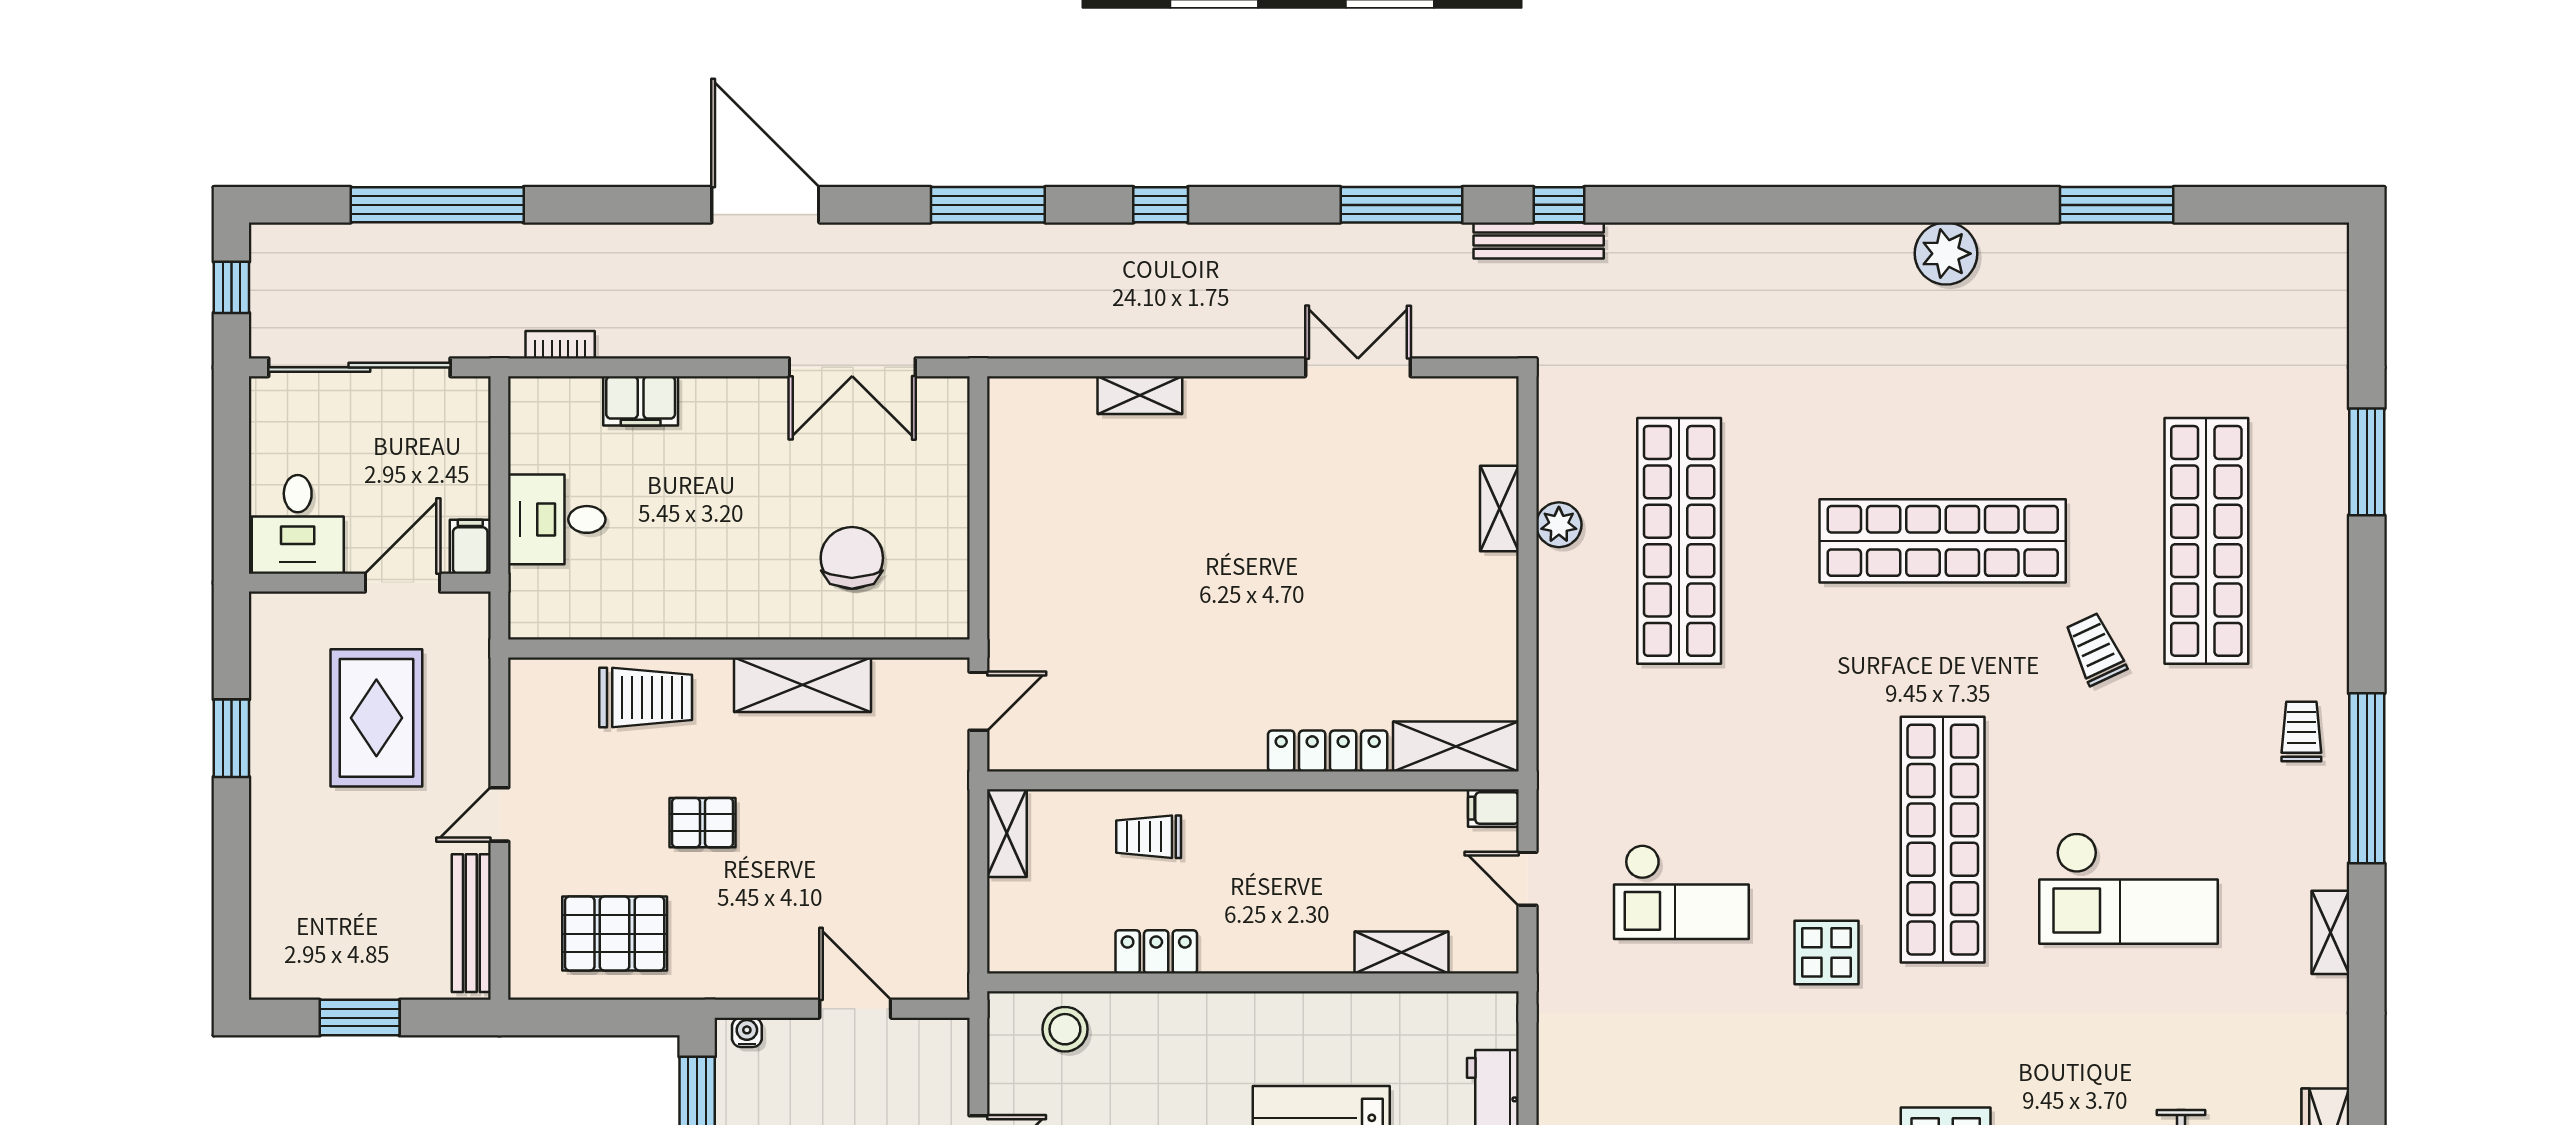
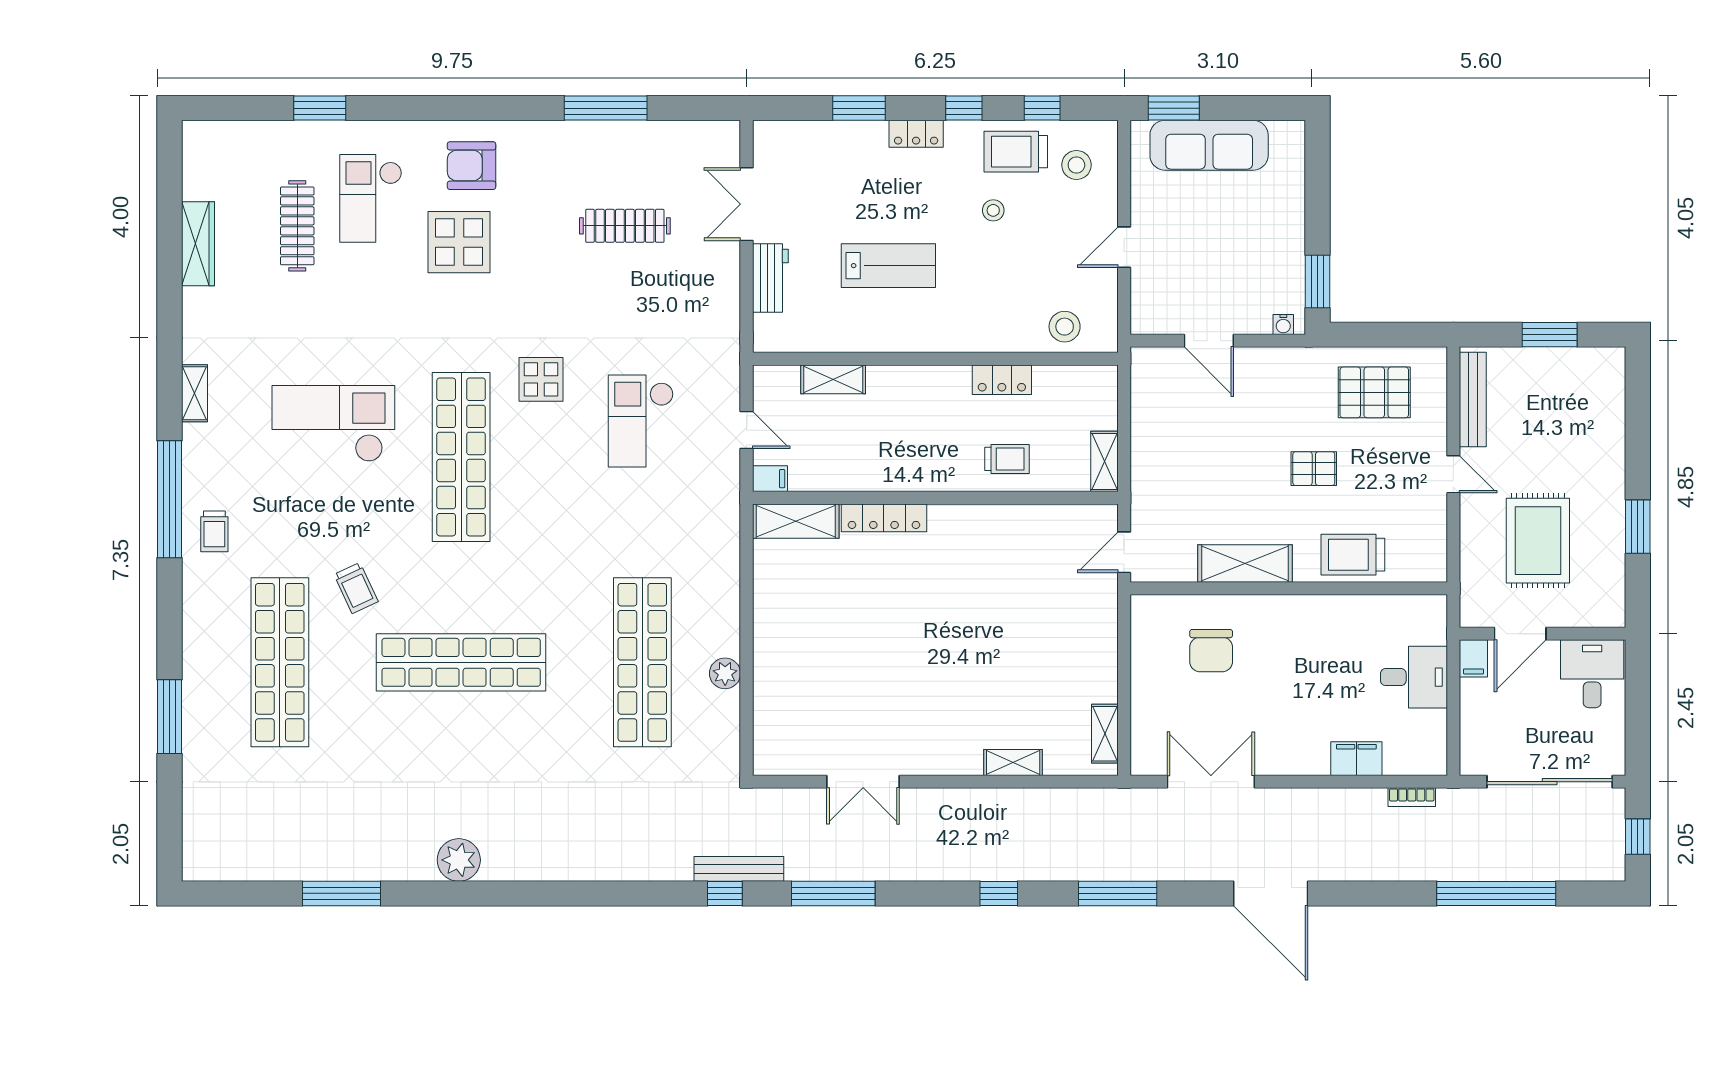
shelving: (1499, 509) -> (1105, 734), moved
door: (499, 814) -> (1453, 474), hinge flipped
checkout: (1681, 892) -> (641, 421), turned -90

